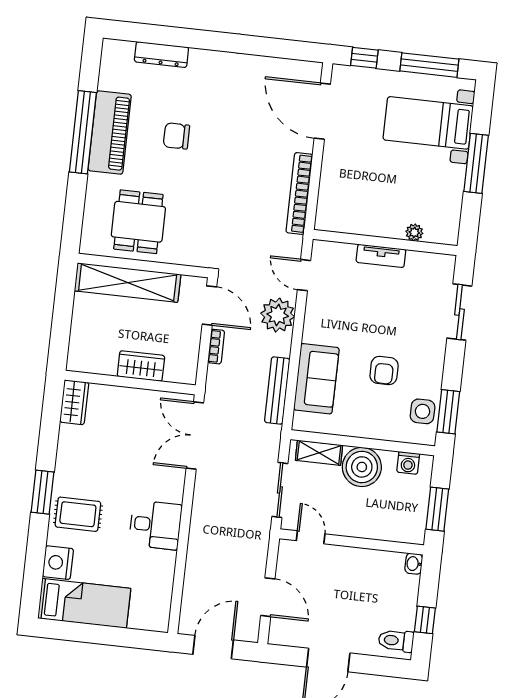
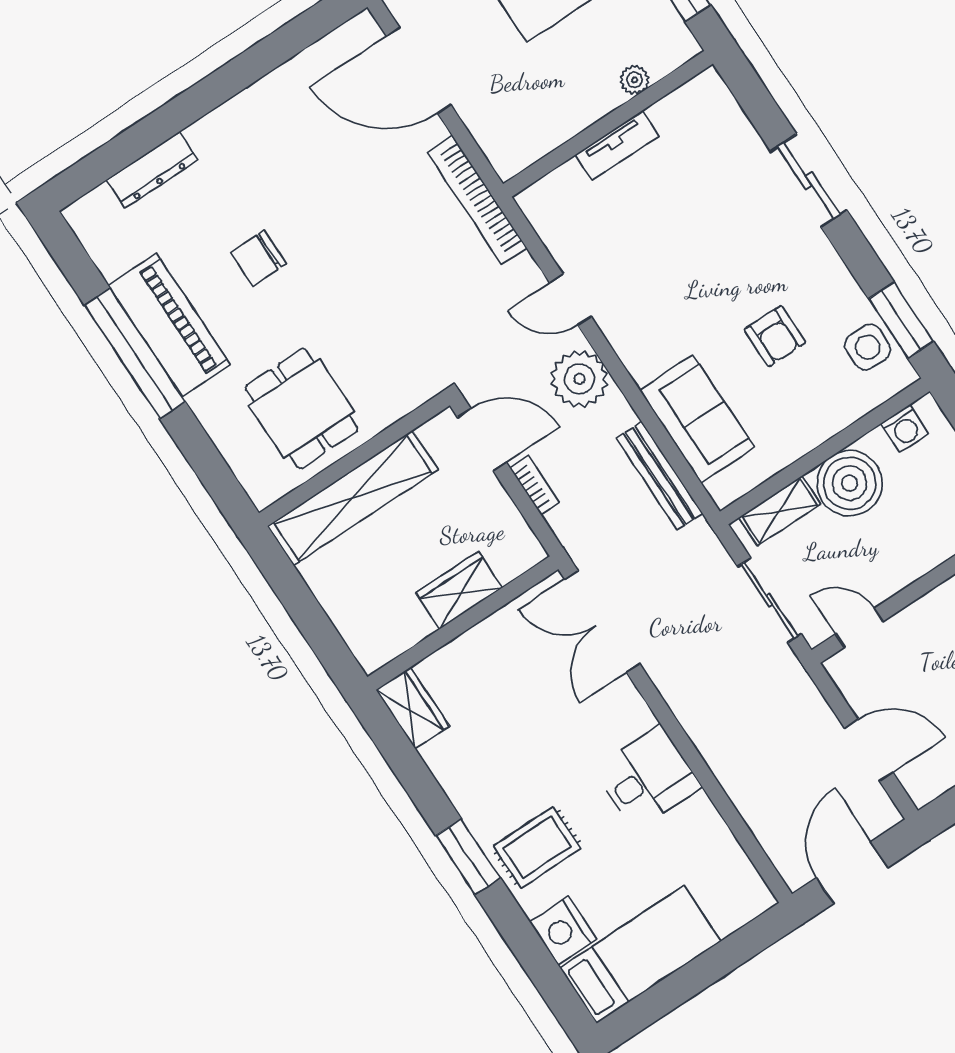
plant: (414, 232) -> (635, 80), moved
wall: (385, 242) -> (608, 124), moved
tv unit: (381, 256) -> (617, 145), moved

